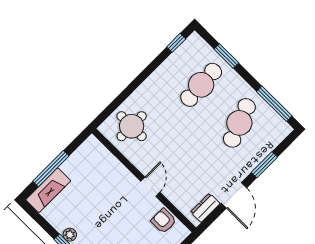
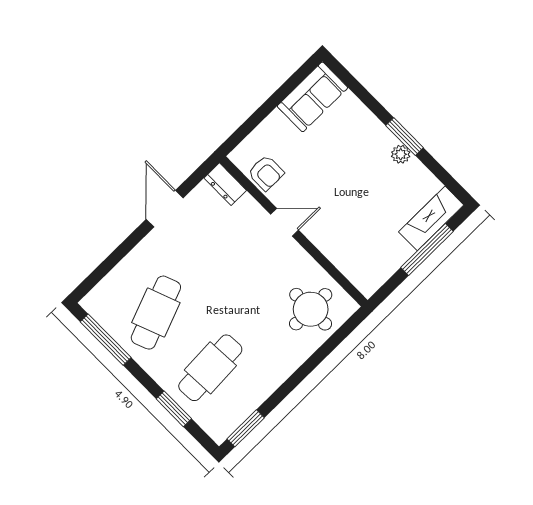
window: (176, 43) -> (246, 428), width x1.50
window: (264, 165) -> (120, 252), removed
door: (150, 187) -> (284, 222), swing flipped
dresser: (205, 208) -> (225, 184), moved, turned 90

